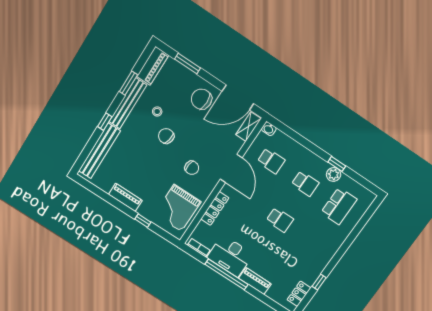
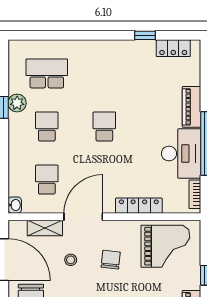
shelving: (248, 127) -> (45, 228), moved
stool: (209, 142) -> (71, 260), added

